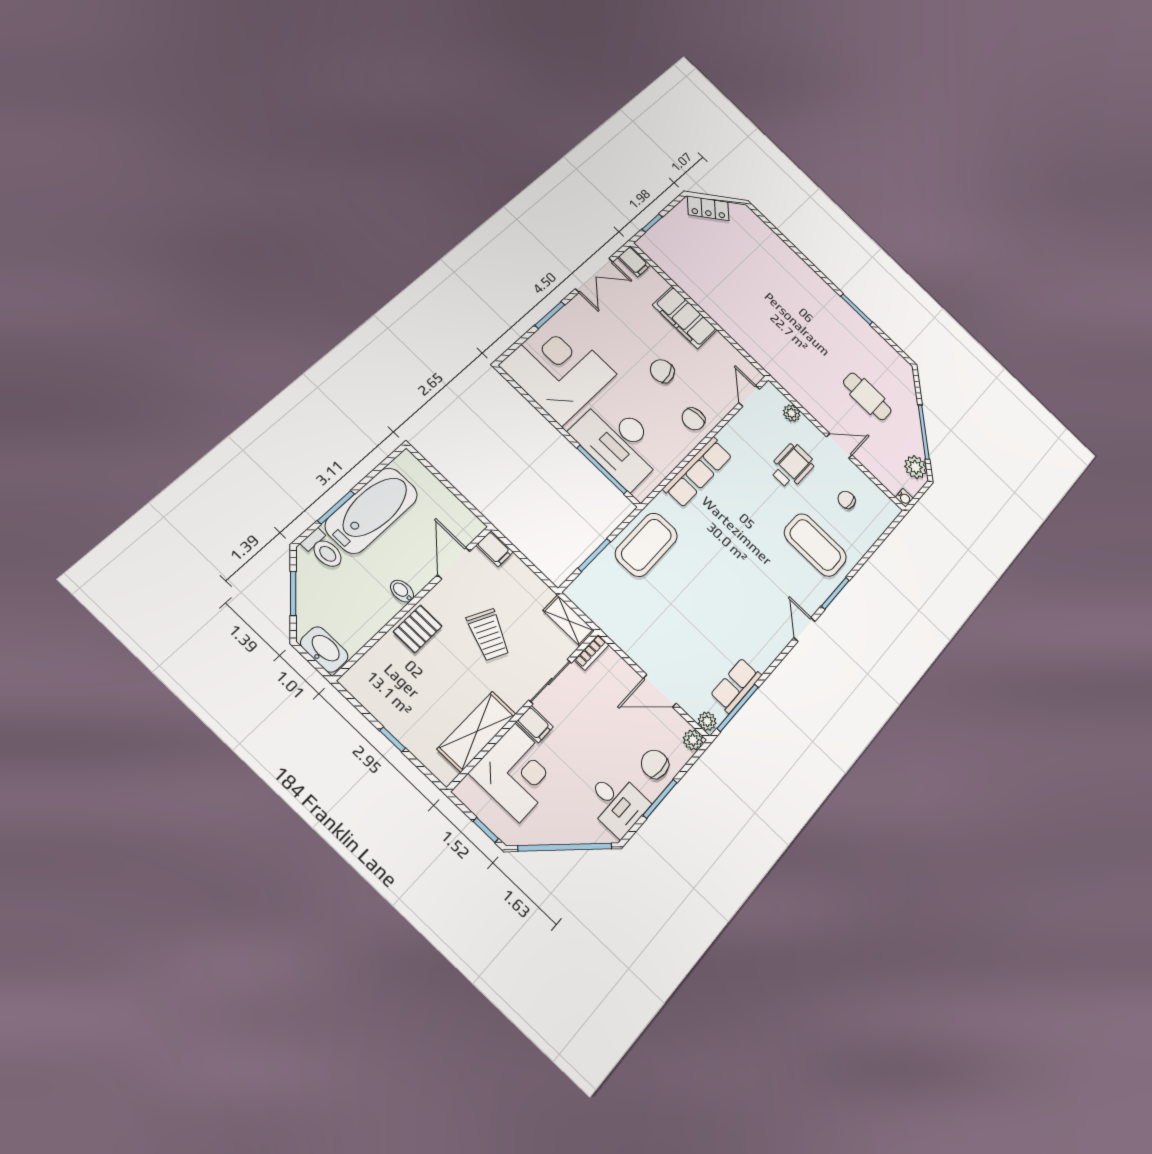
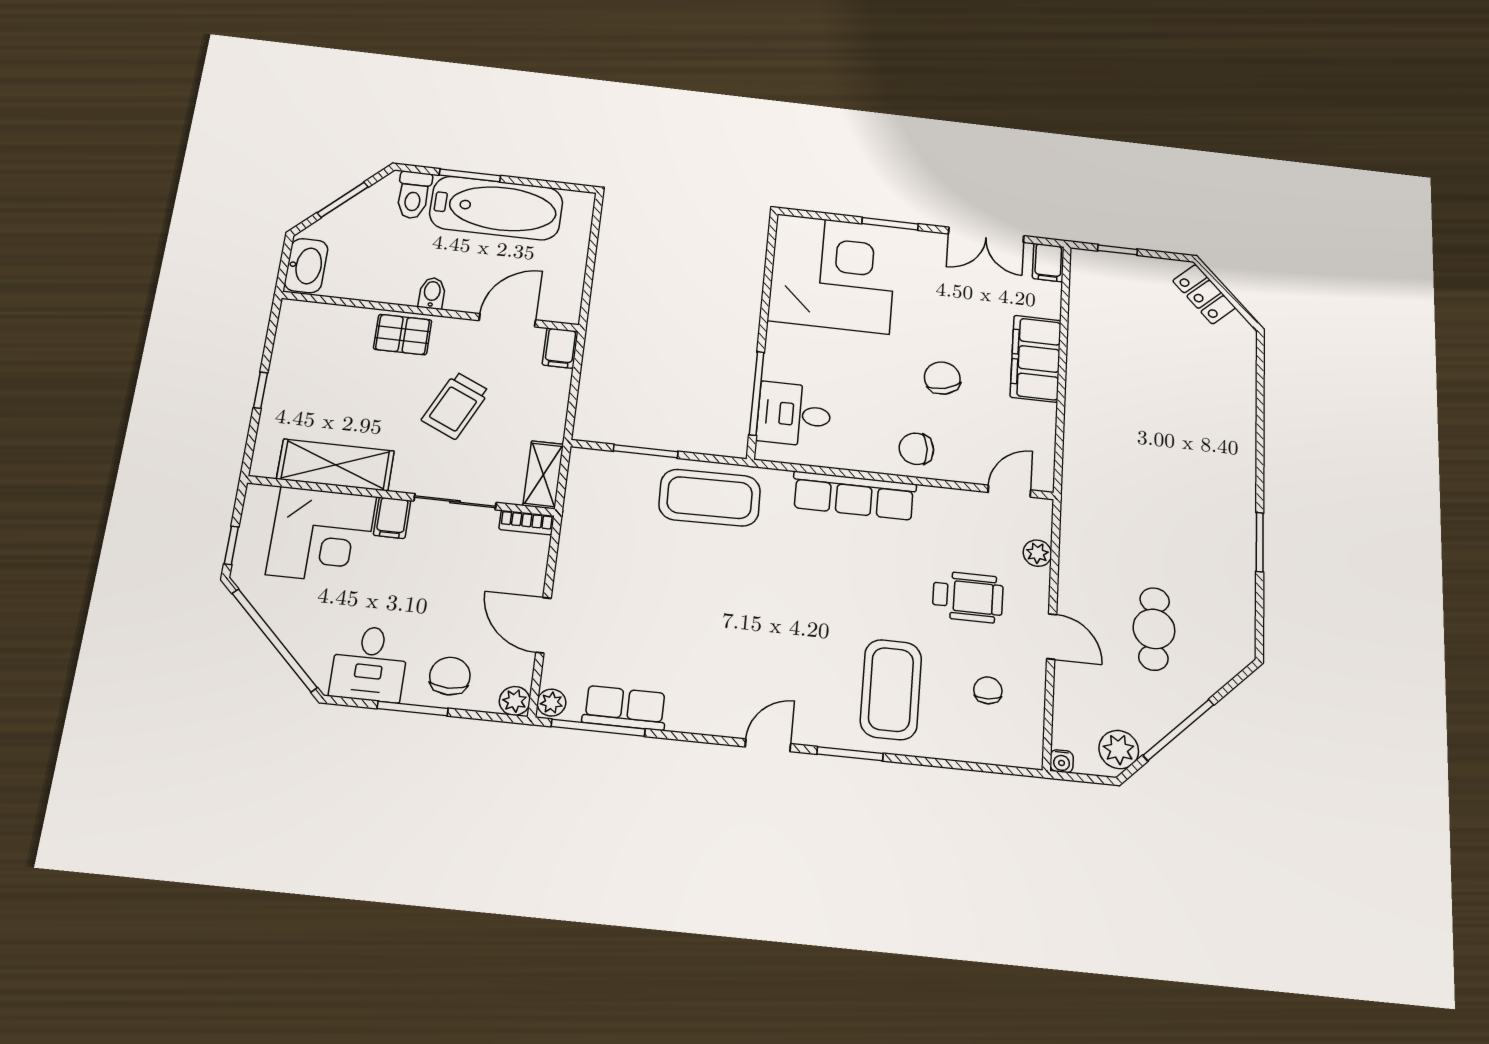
desk: (619, 442) -> (794, 414), width x0.53, depth x0.77

